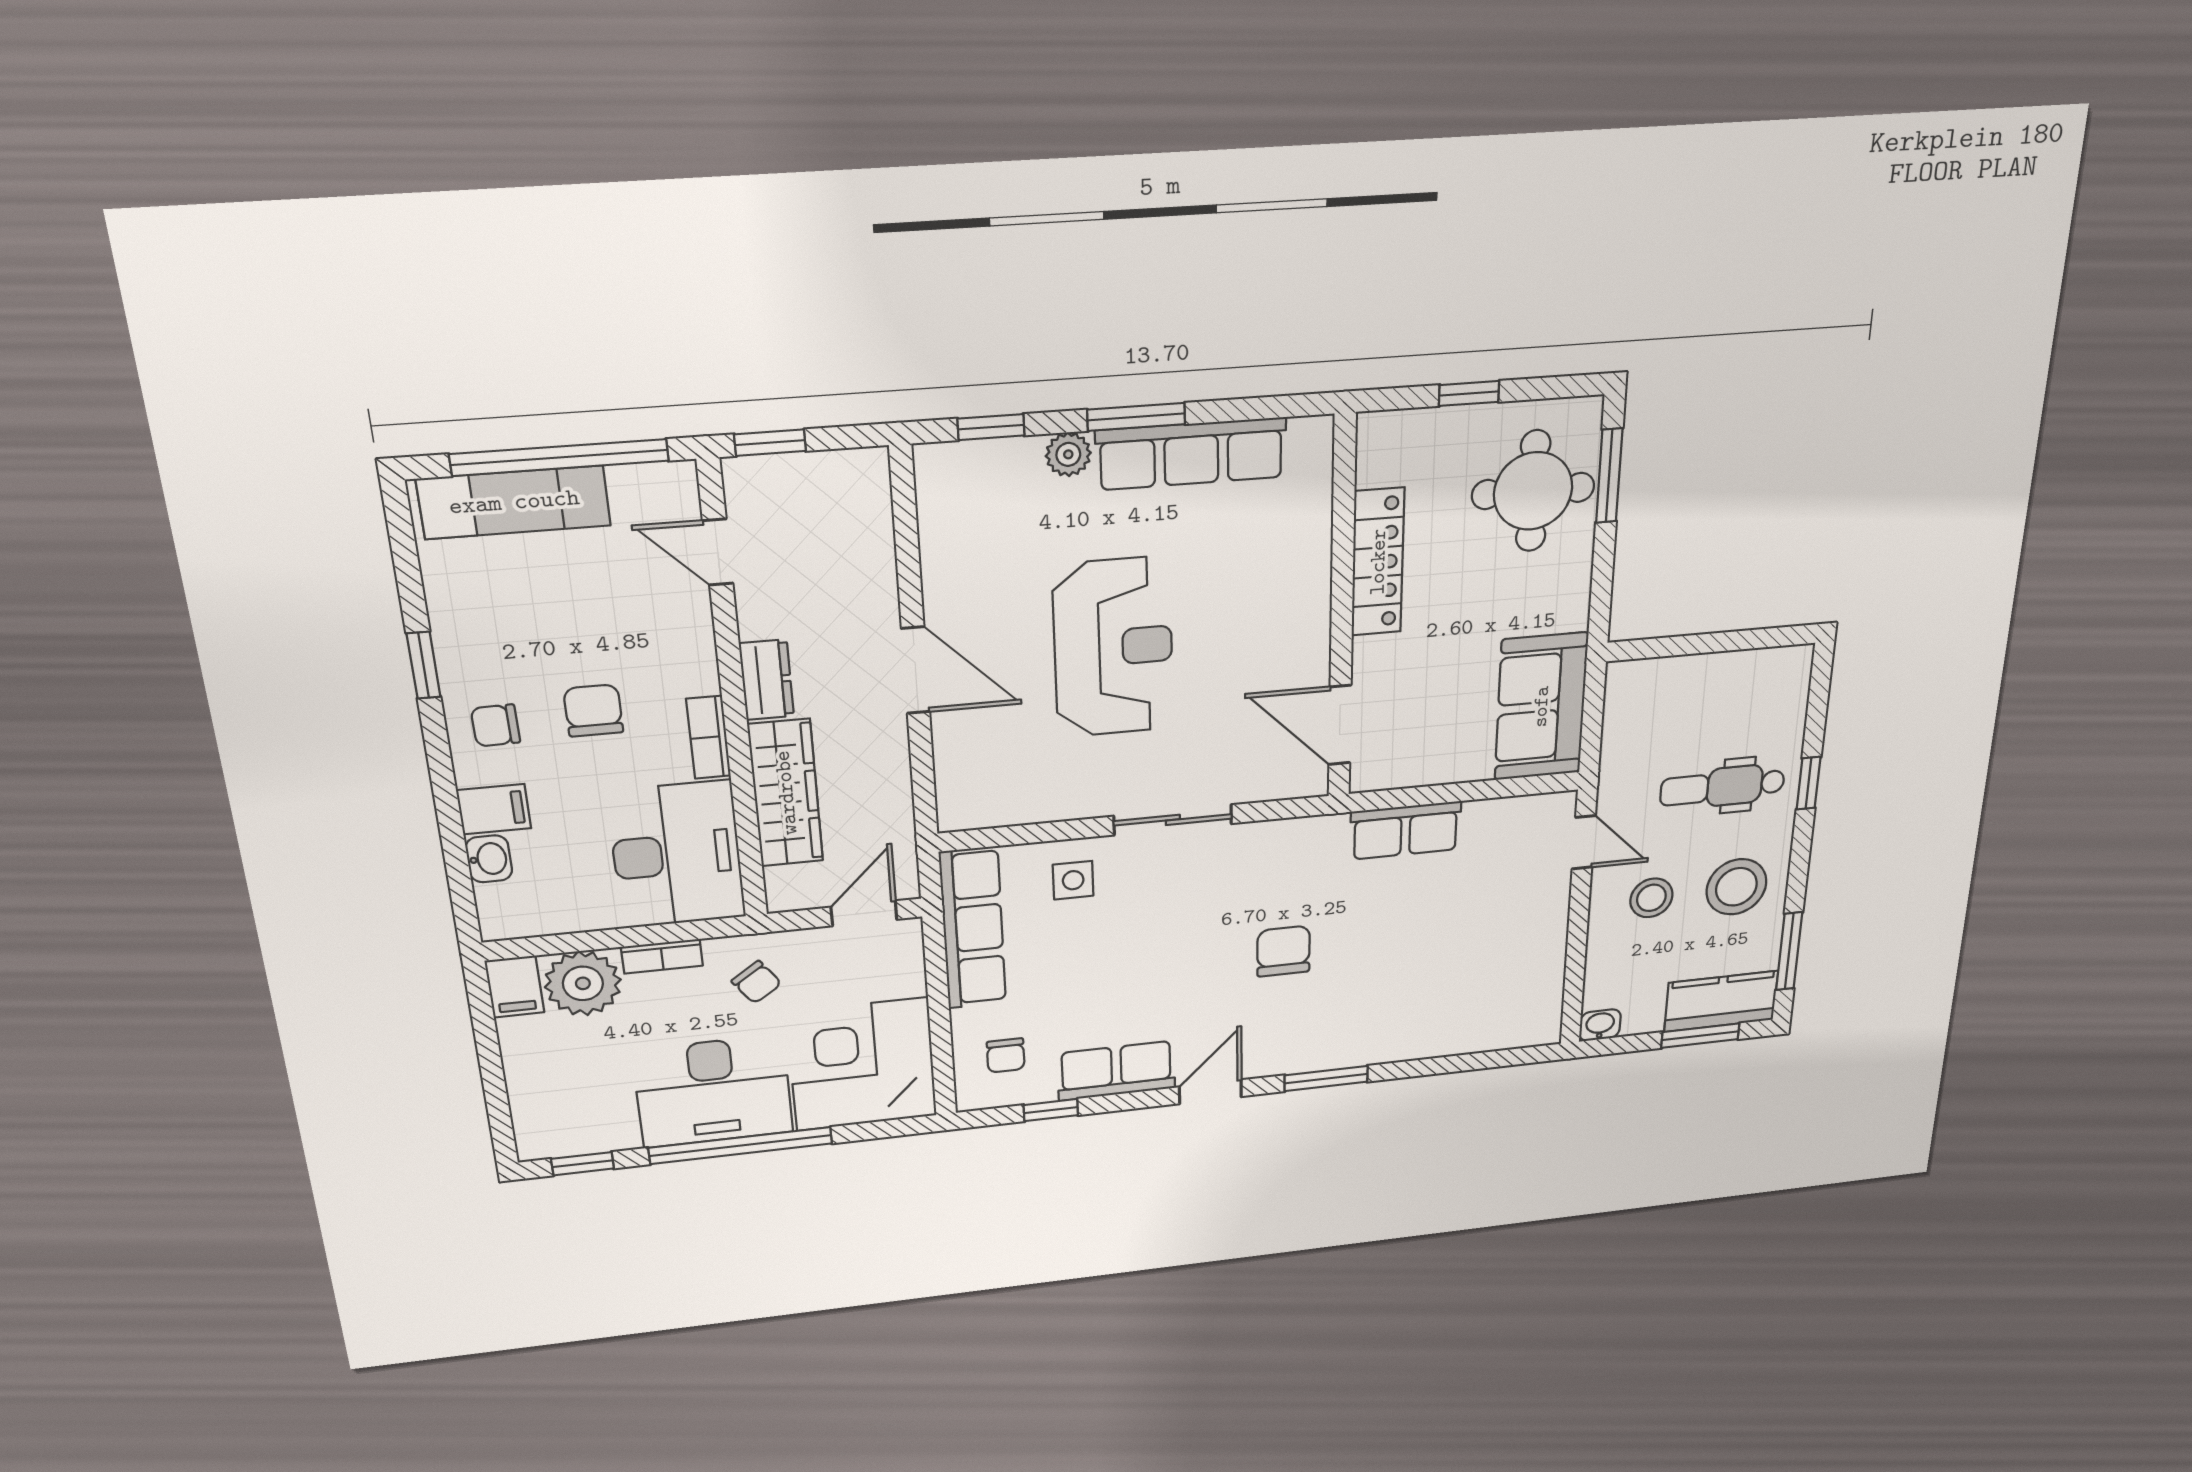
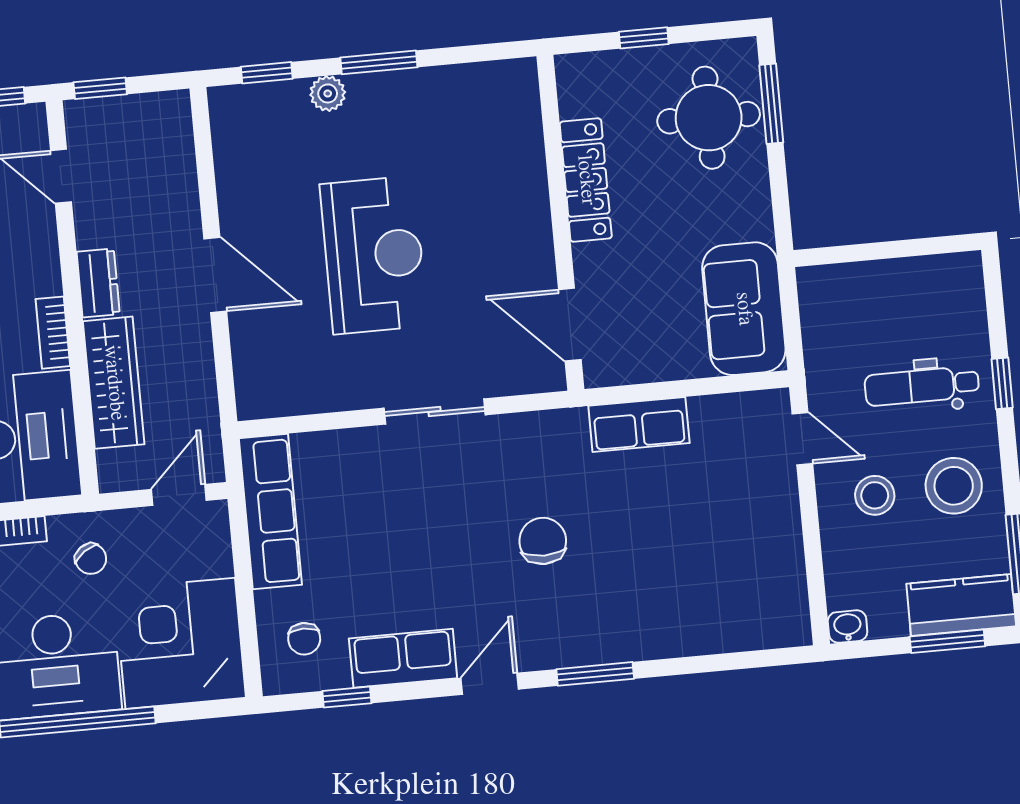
row of seats: (1191, 454) -> (425, 91), removed
side table: (1073, 880) -> (353, 467), removed

